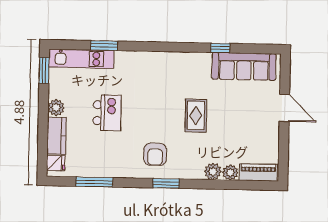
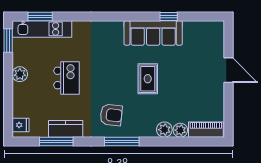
window: (104, 46) -> (40, 16), moved
sofa: (244, 66) -> (153, 33), moved
kitchen counter: (57, 136) -> (66, 129), moved, turned -90
armchair: (155, 154) -> (111, 115), turned -84
window: (166, 183) -> (122, 141), width x1.44

